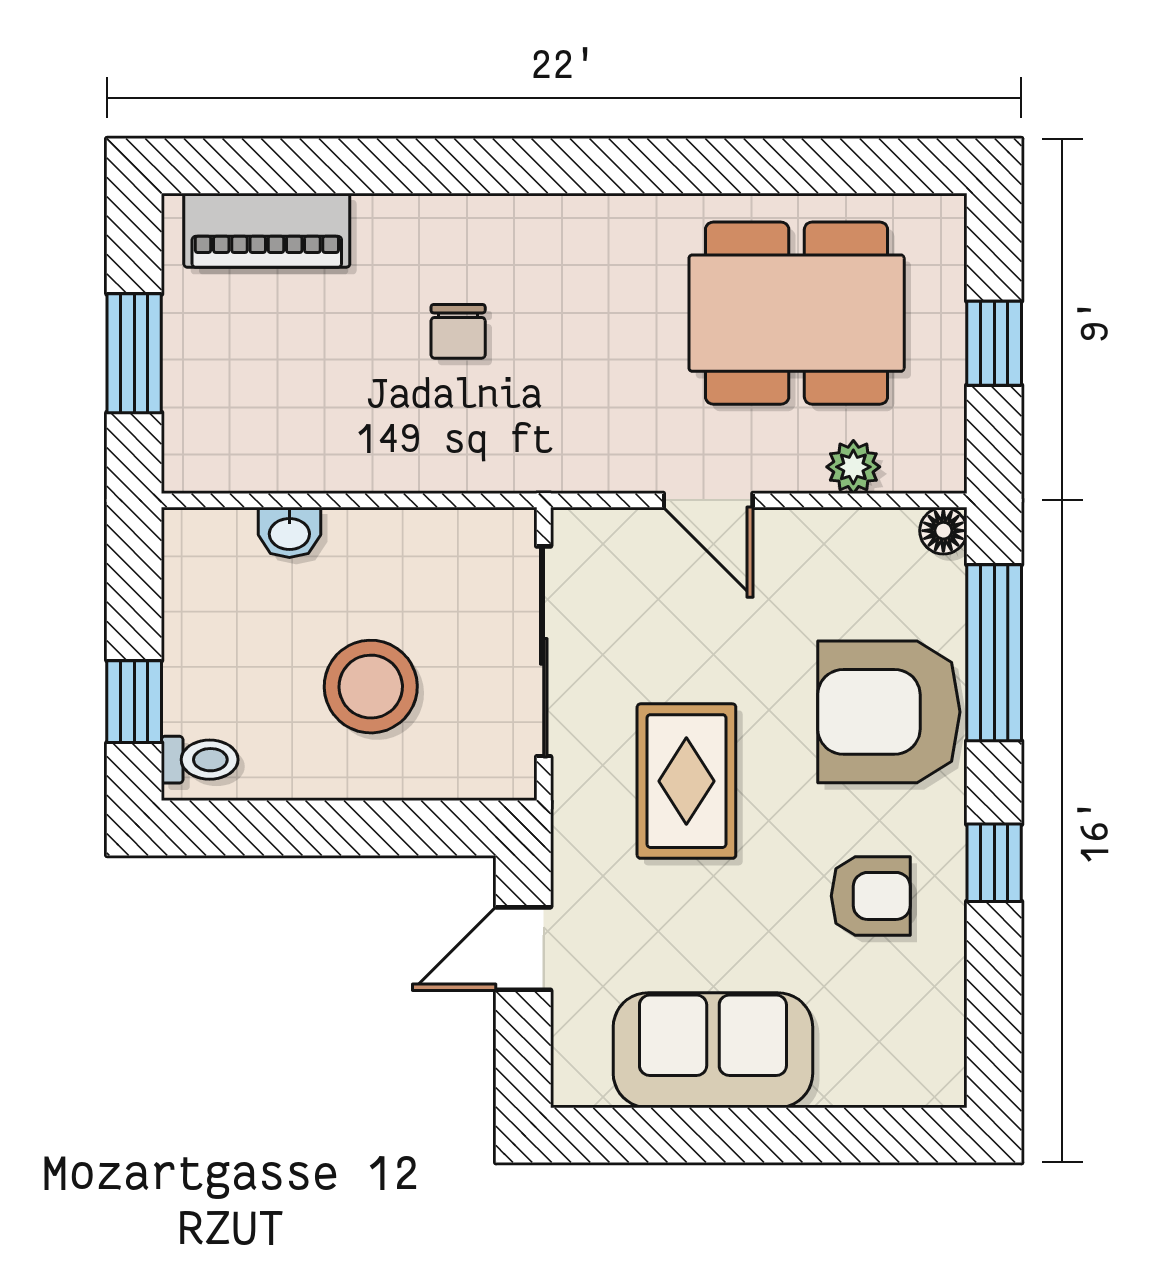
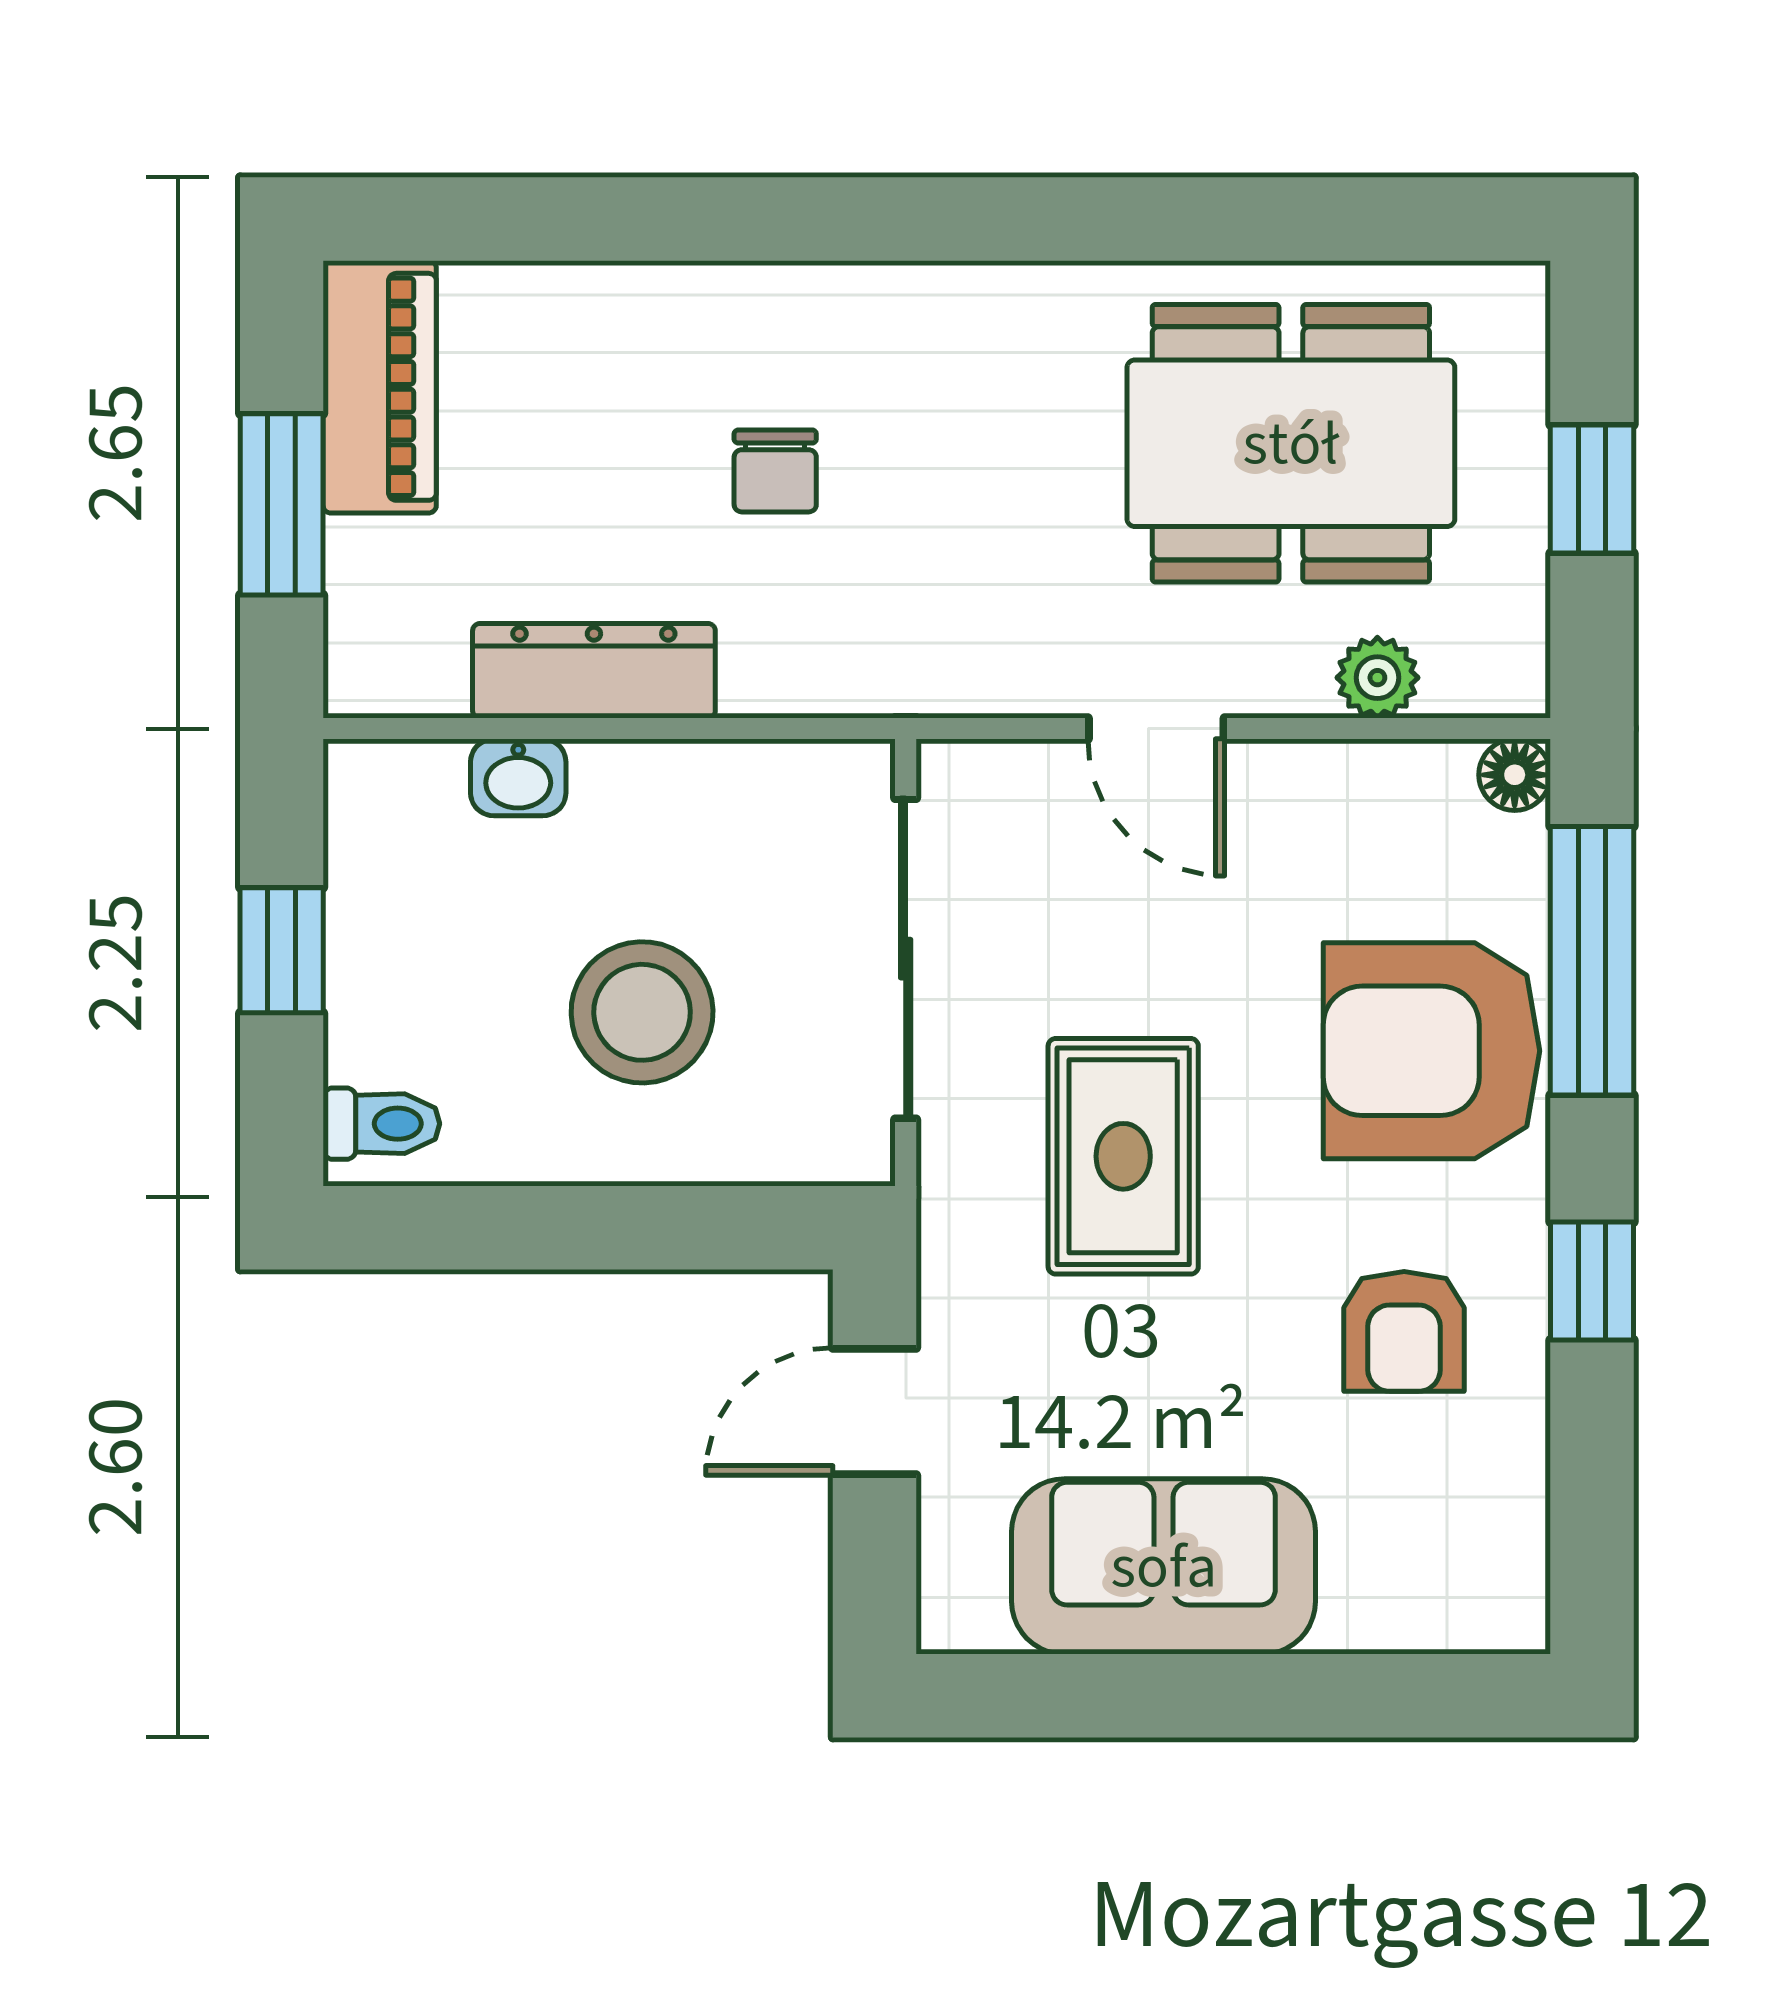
piano: (267, 230) -> (380, 387), moved, turned -90
dresser: (339, 462) -> (594, 671), added
window: (134, 702) -> (282, 950), moved
armchair: (871, 896) -> (1404, 1331), turned 90

